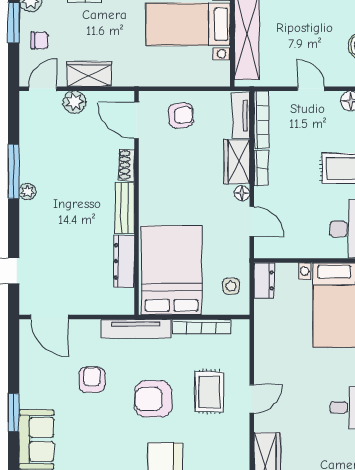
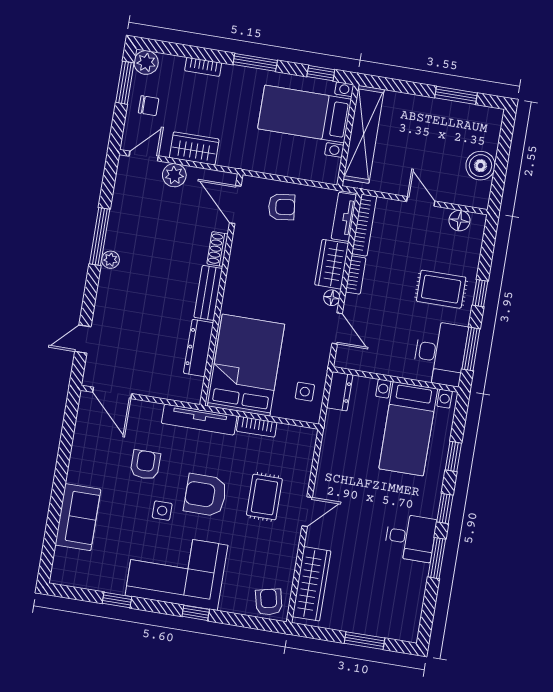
bookcase: (201, 327) -> (257, 427), width x0.64
window: (14, 412) -> (59, 485), removed
side table: (115, 420) -> (162, 511), added

